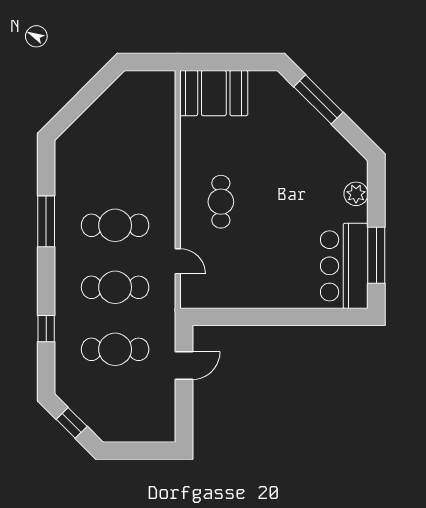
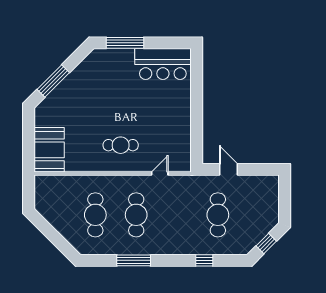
plant: (356, 194) -> (115, 56), removed
window: (376, 255) -> (125, 43), moved
cafe table: (115, 287) -> (95, 215), moved

